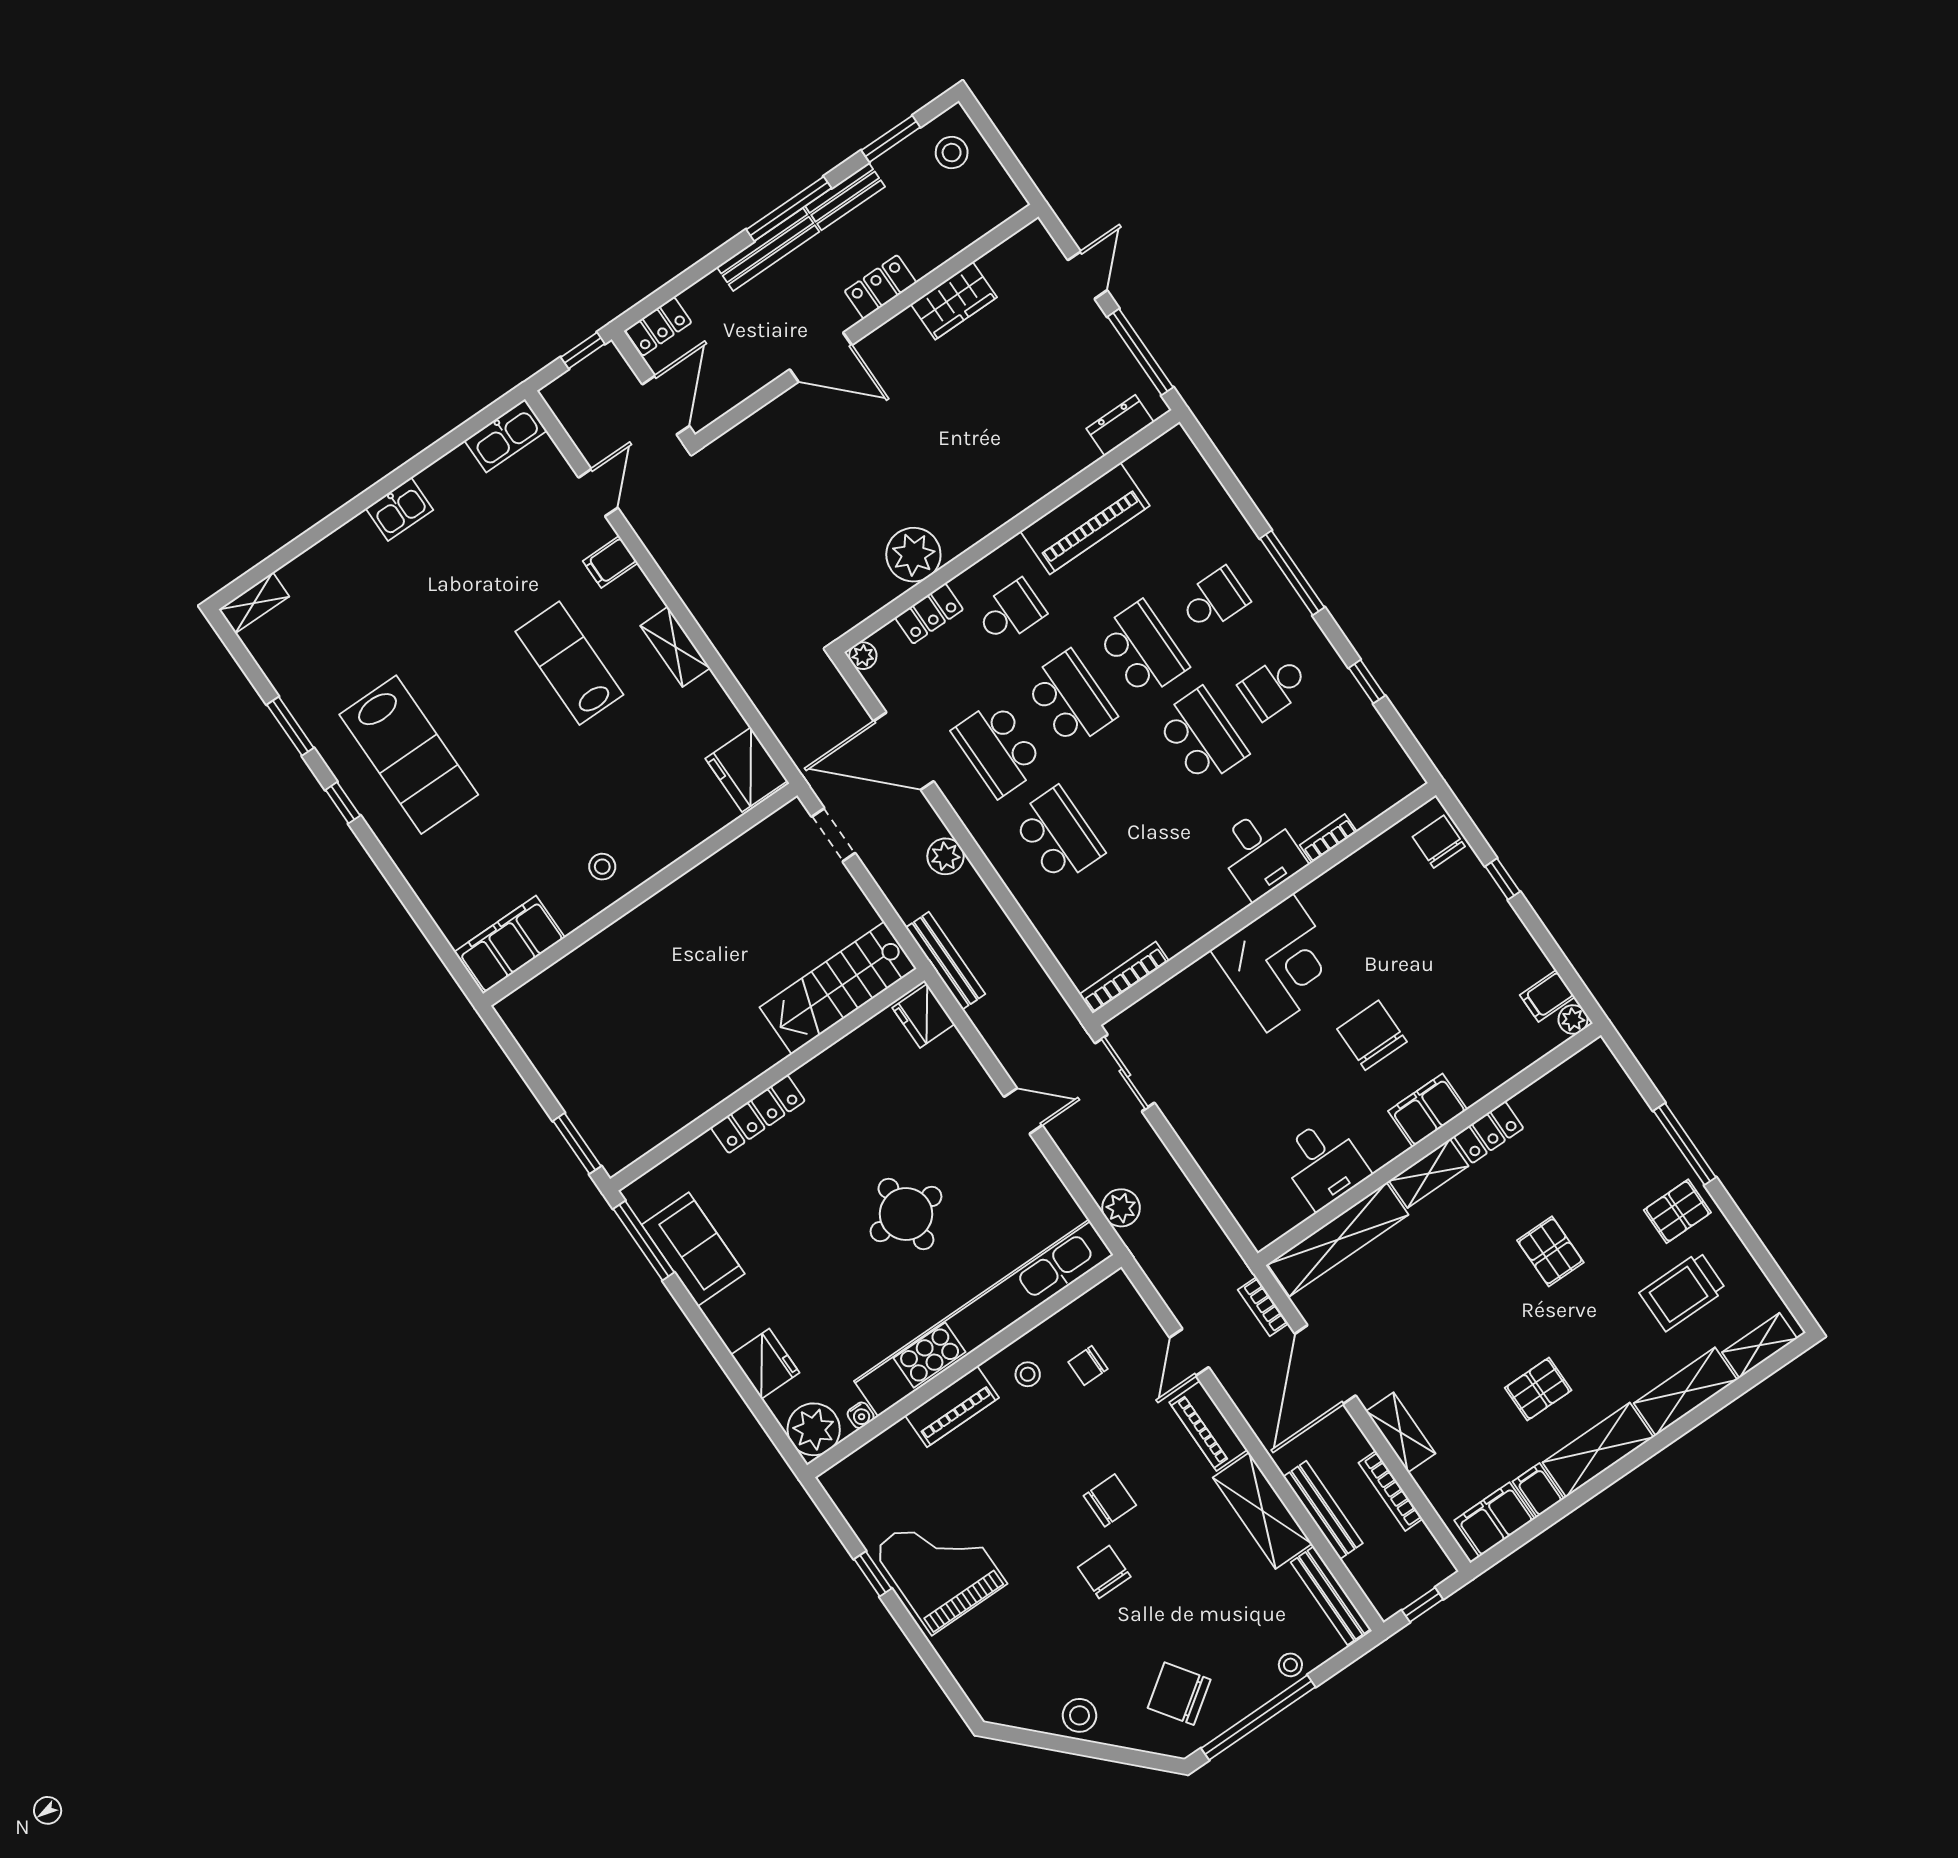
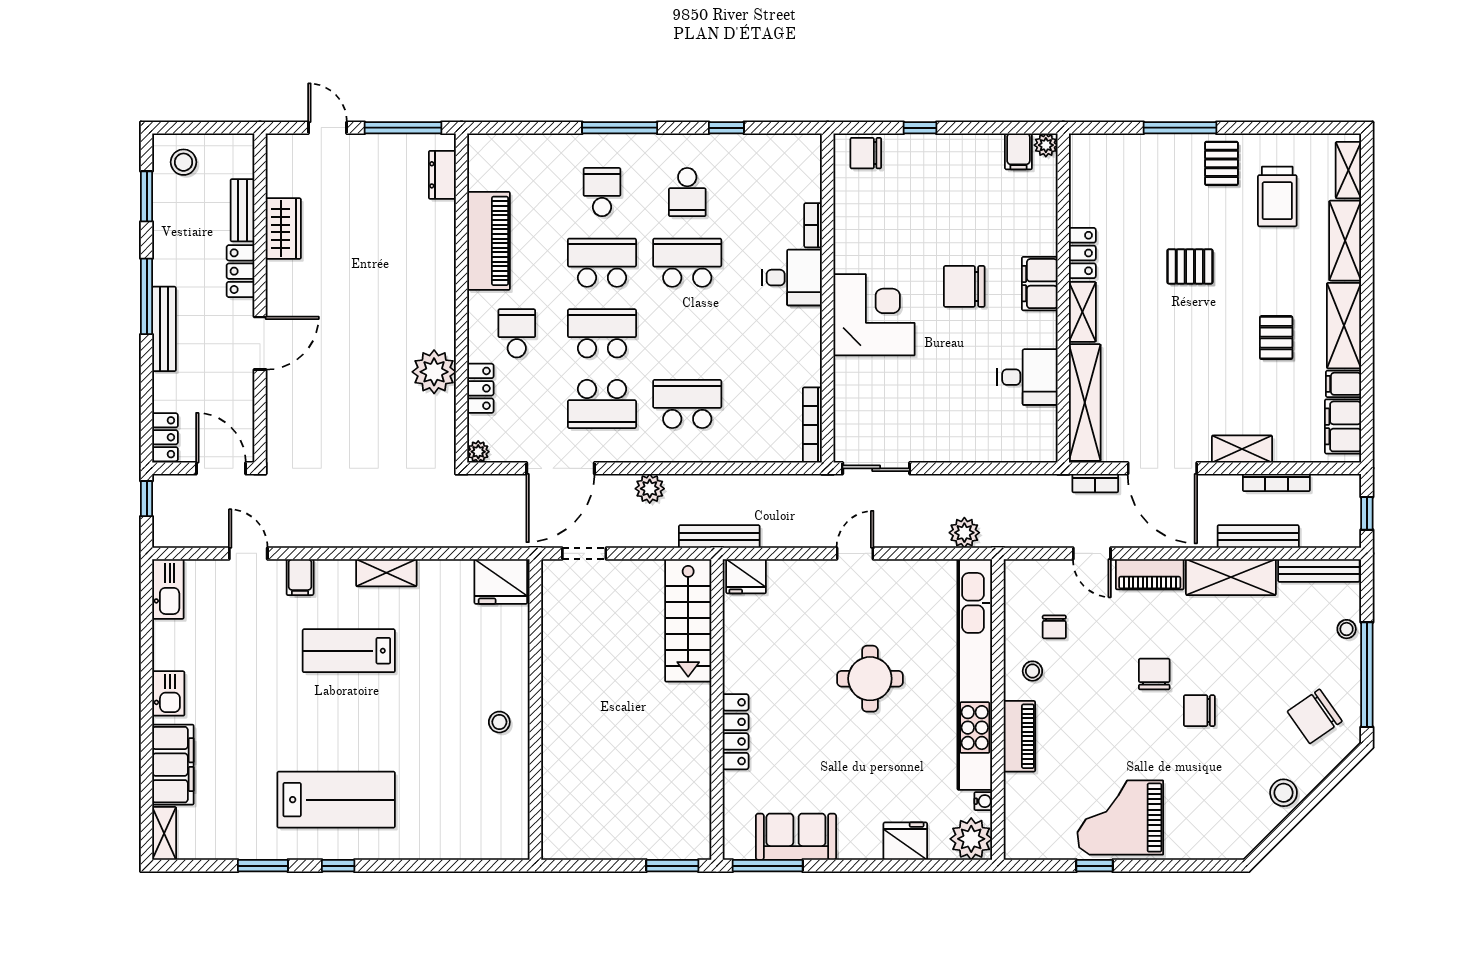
bench: (845, 197) -> (242, 210), moved
filing cabinet: (510, 945) -> (173, 765), moved, turned 180

